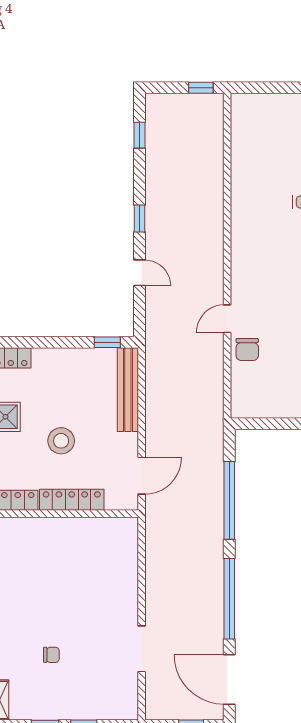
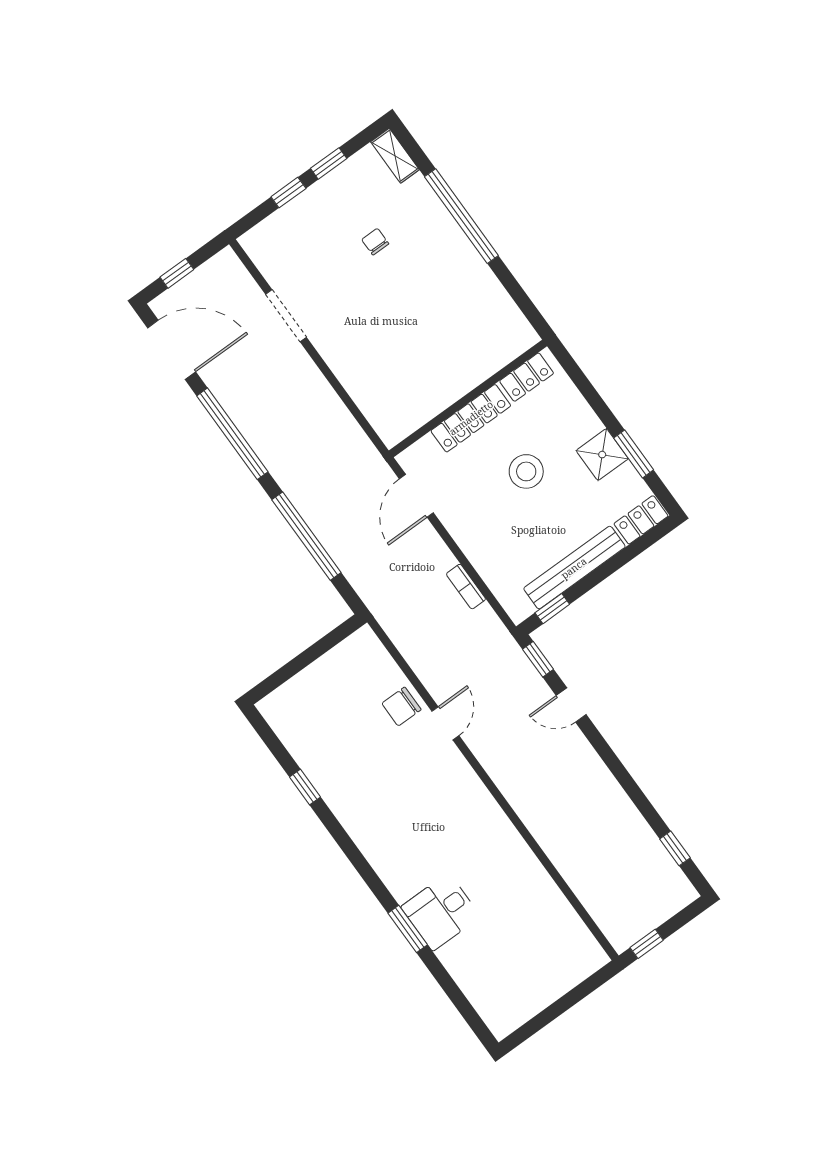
window: (139, 219) -> (538, 659), moved
chair: (247, 349) -> (401, 706), turned -90
bench: (128, 390) -> (574, 568), moved, turned 90
bookcase: (152, 396) -> (466, 587), added
chair: (51, 655) -> (375, 242), turned 90

